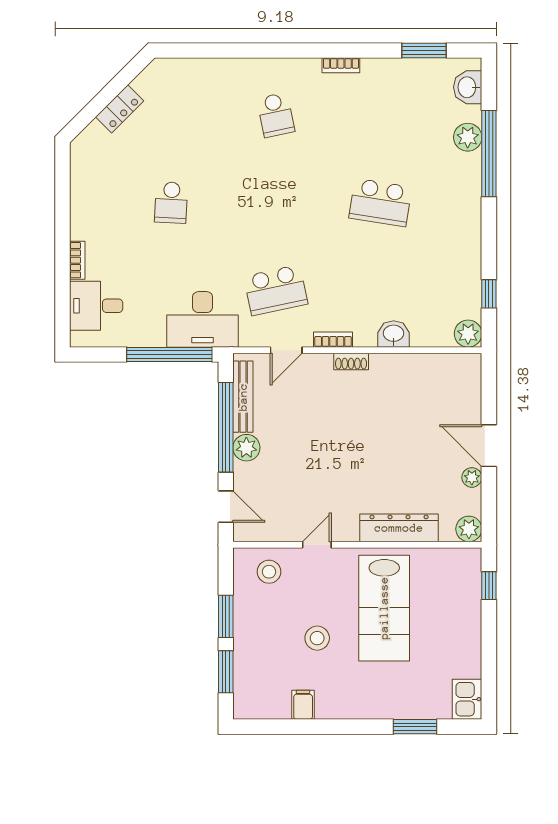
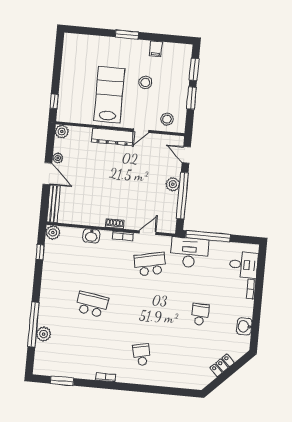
washbasin: (468, 87) -> (244, 326), moved, turned 180
bench: (243, 397) -> (54, 204), moved
dresser: (399, 528) -> (112, 137), moved
kitchen sink: (467, 699) -> (71, 44), removed
window: (415, 727) -> (127, 35), moved

